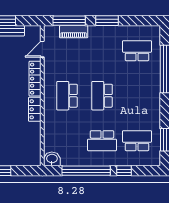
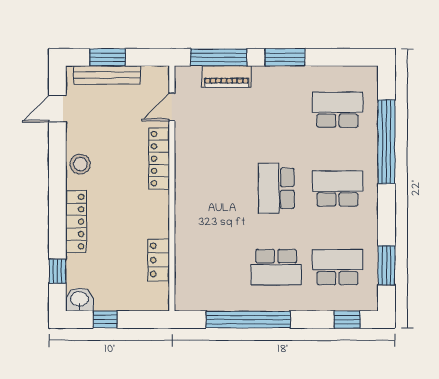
school desk: (67, 96) -> (337, 188), moved, turned 90
locker: (35, 109) -> (159, 260), moved
washbasin: (52, 159) -> (189, 299), removed
window: (124, 171) -> (347, 320), moved

